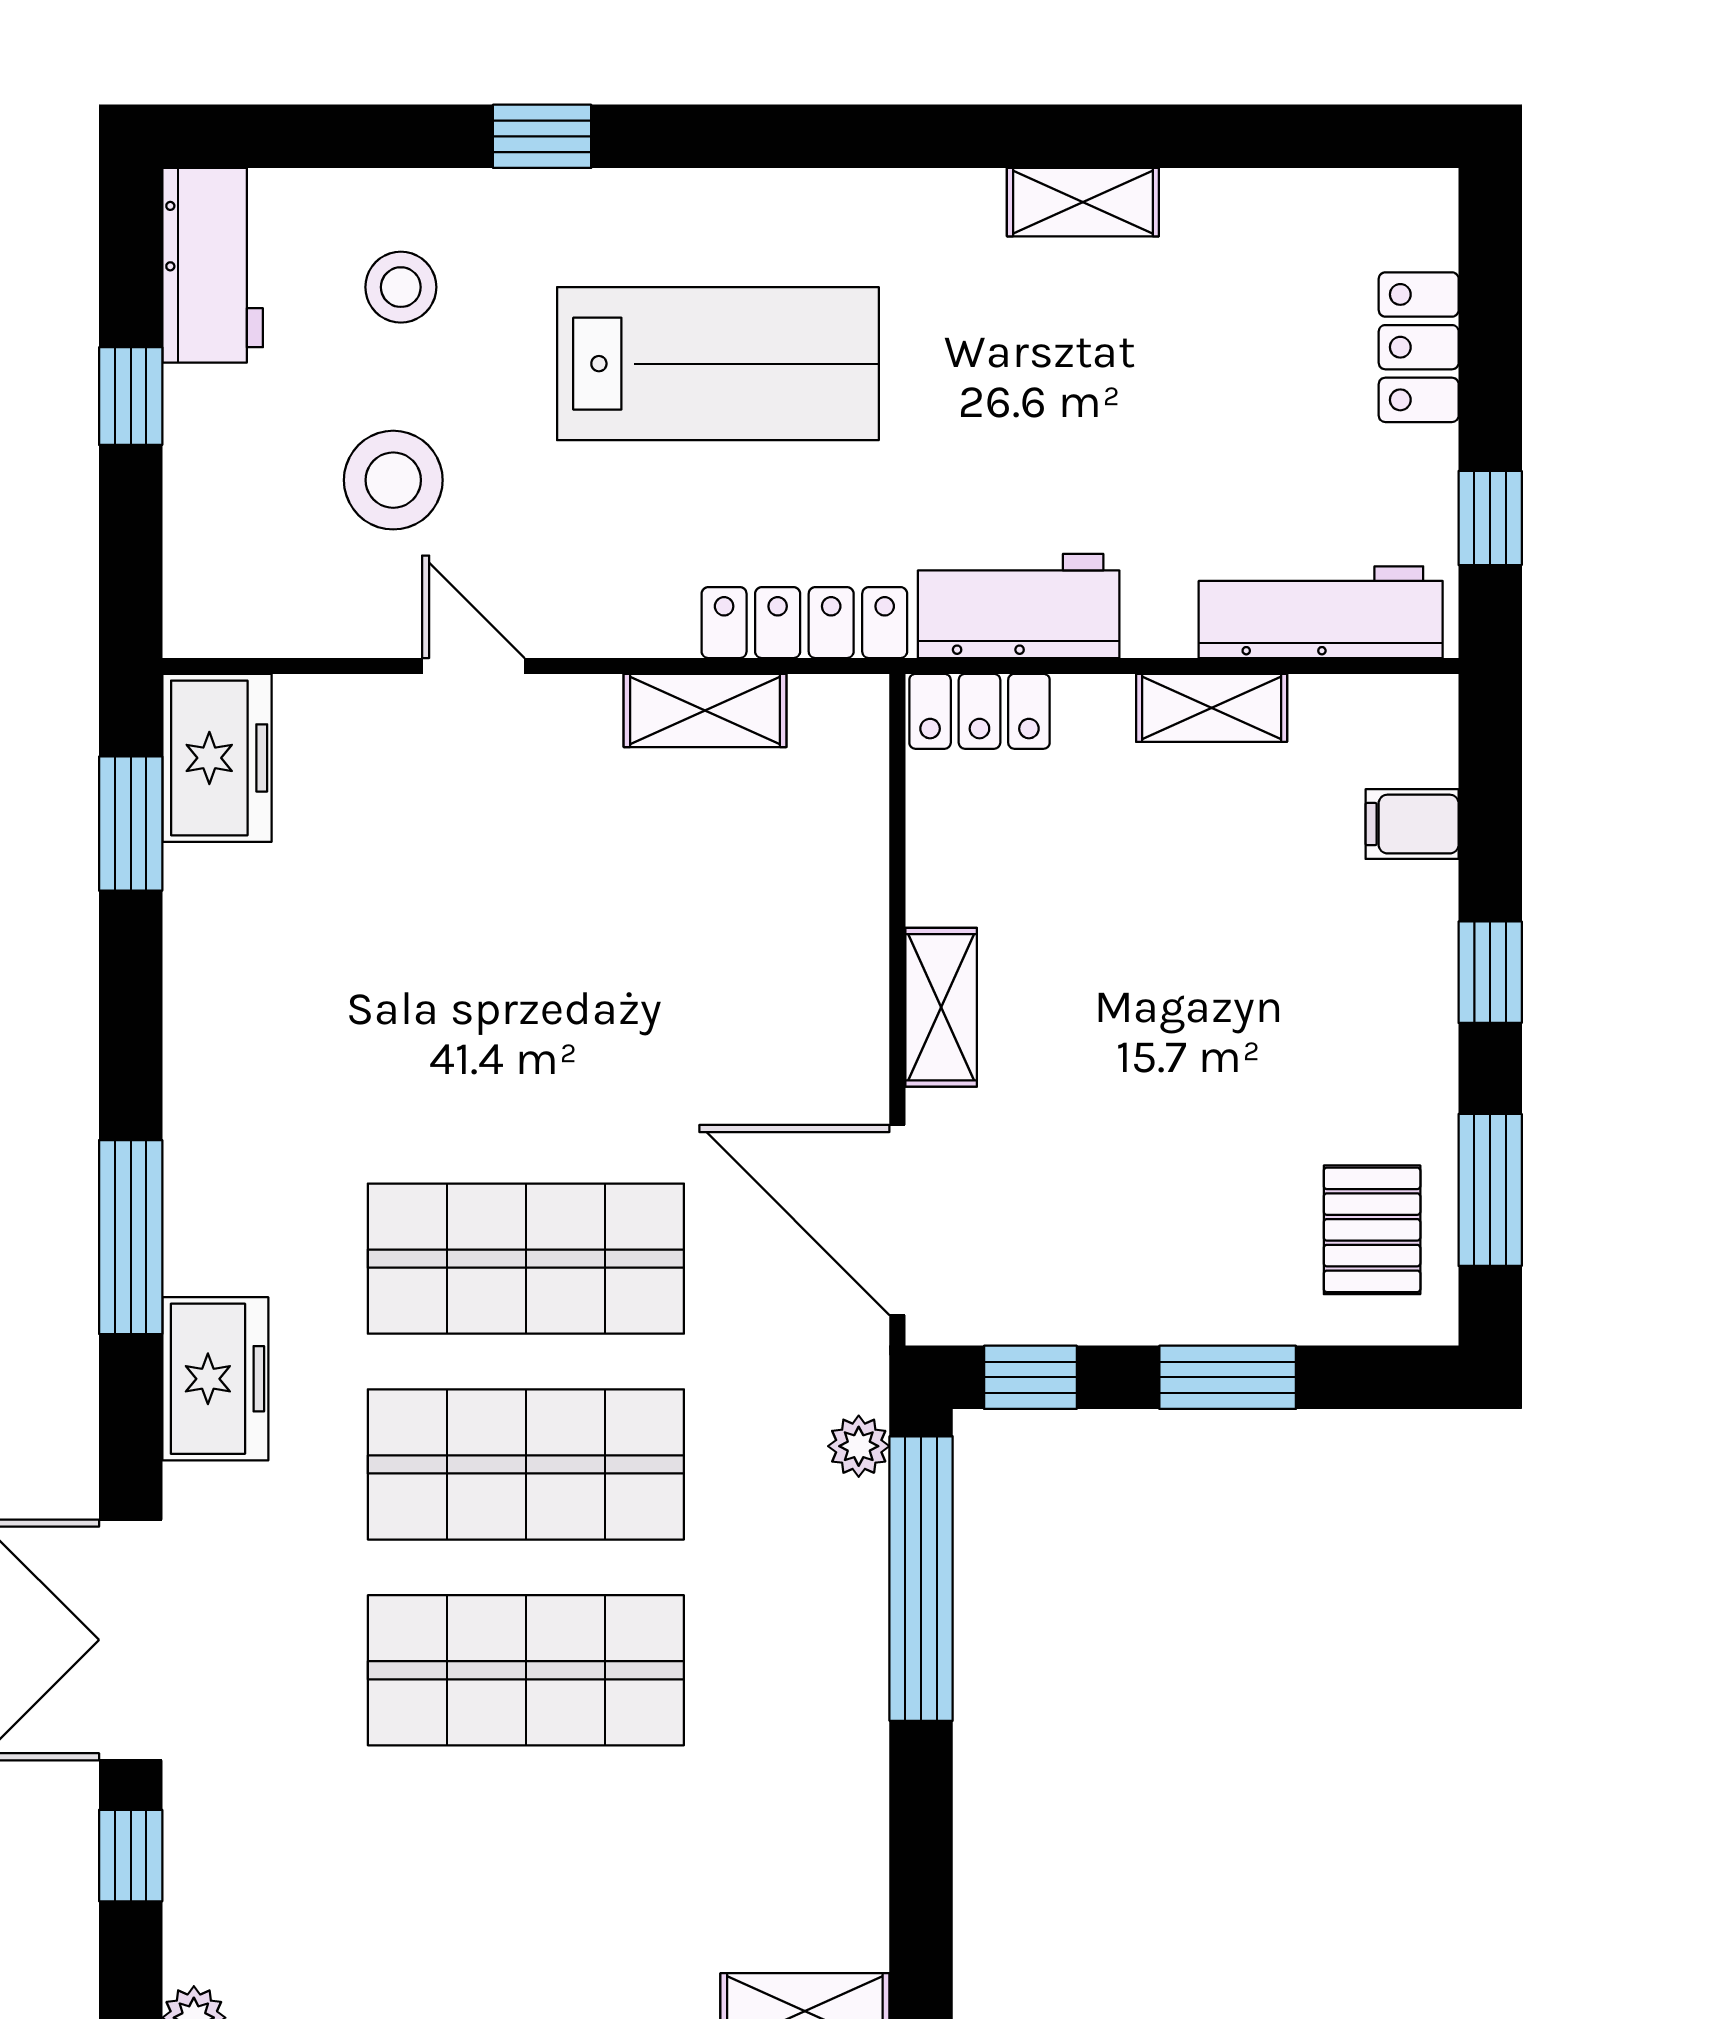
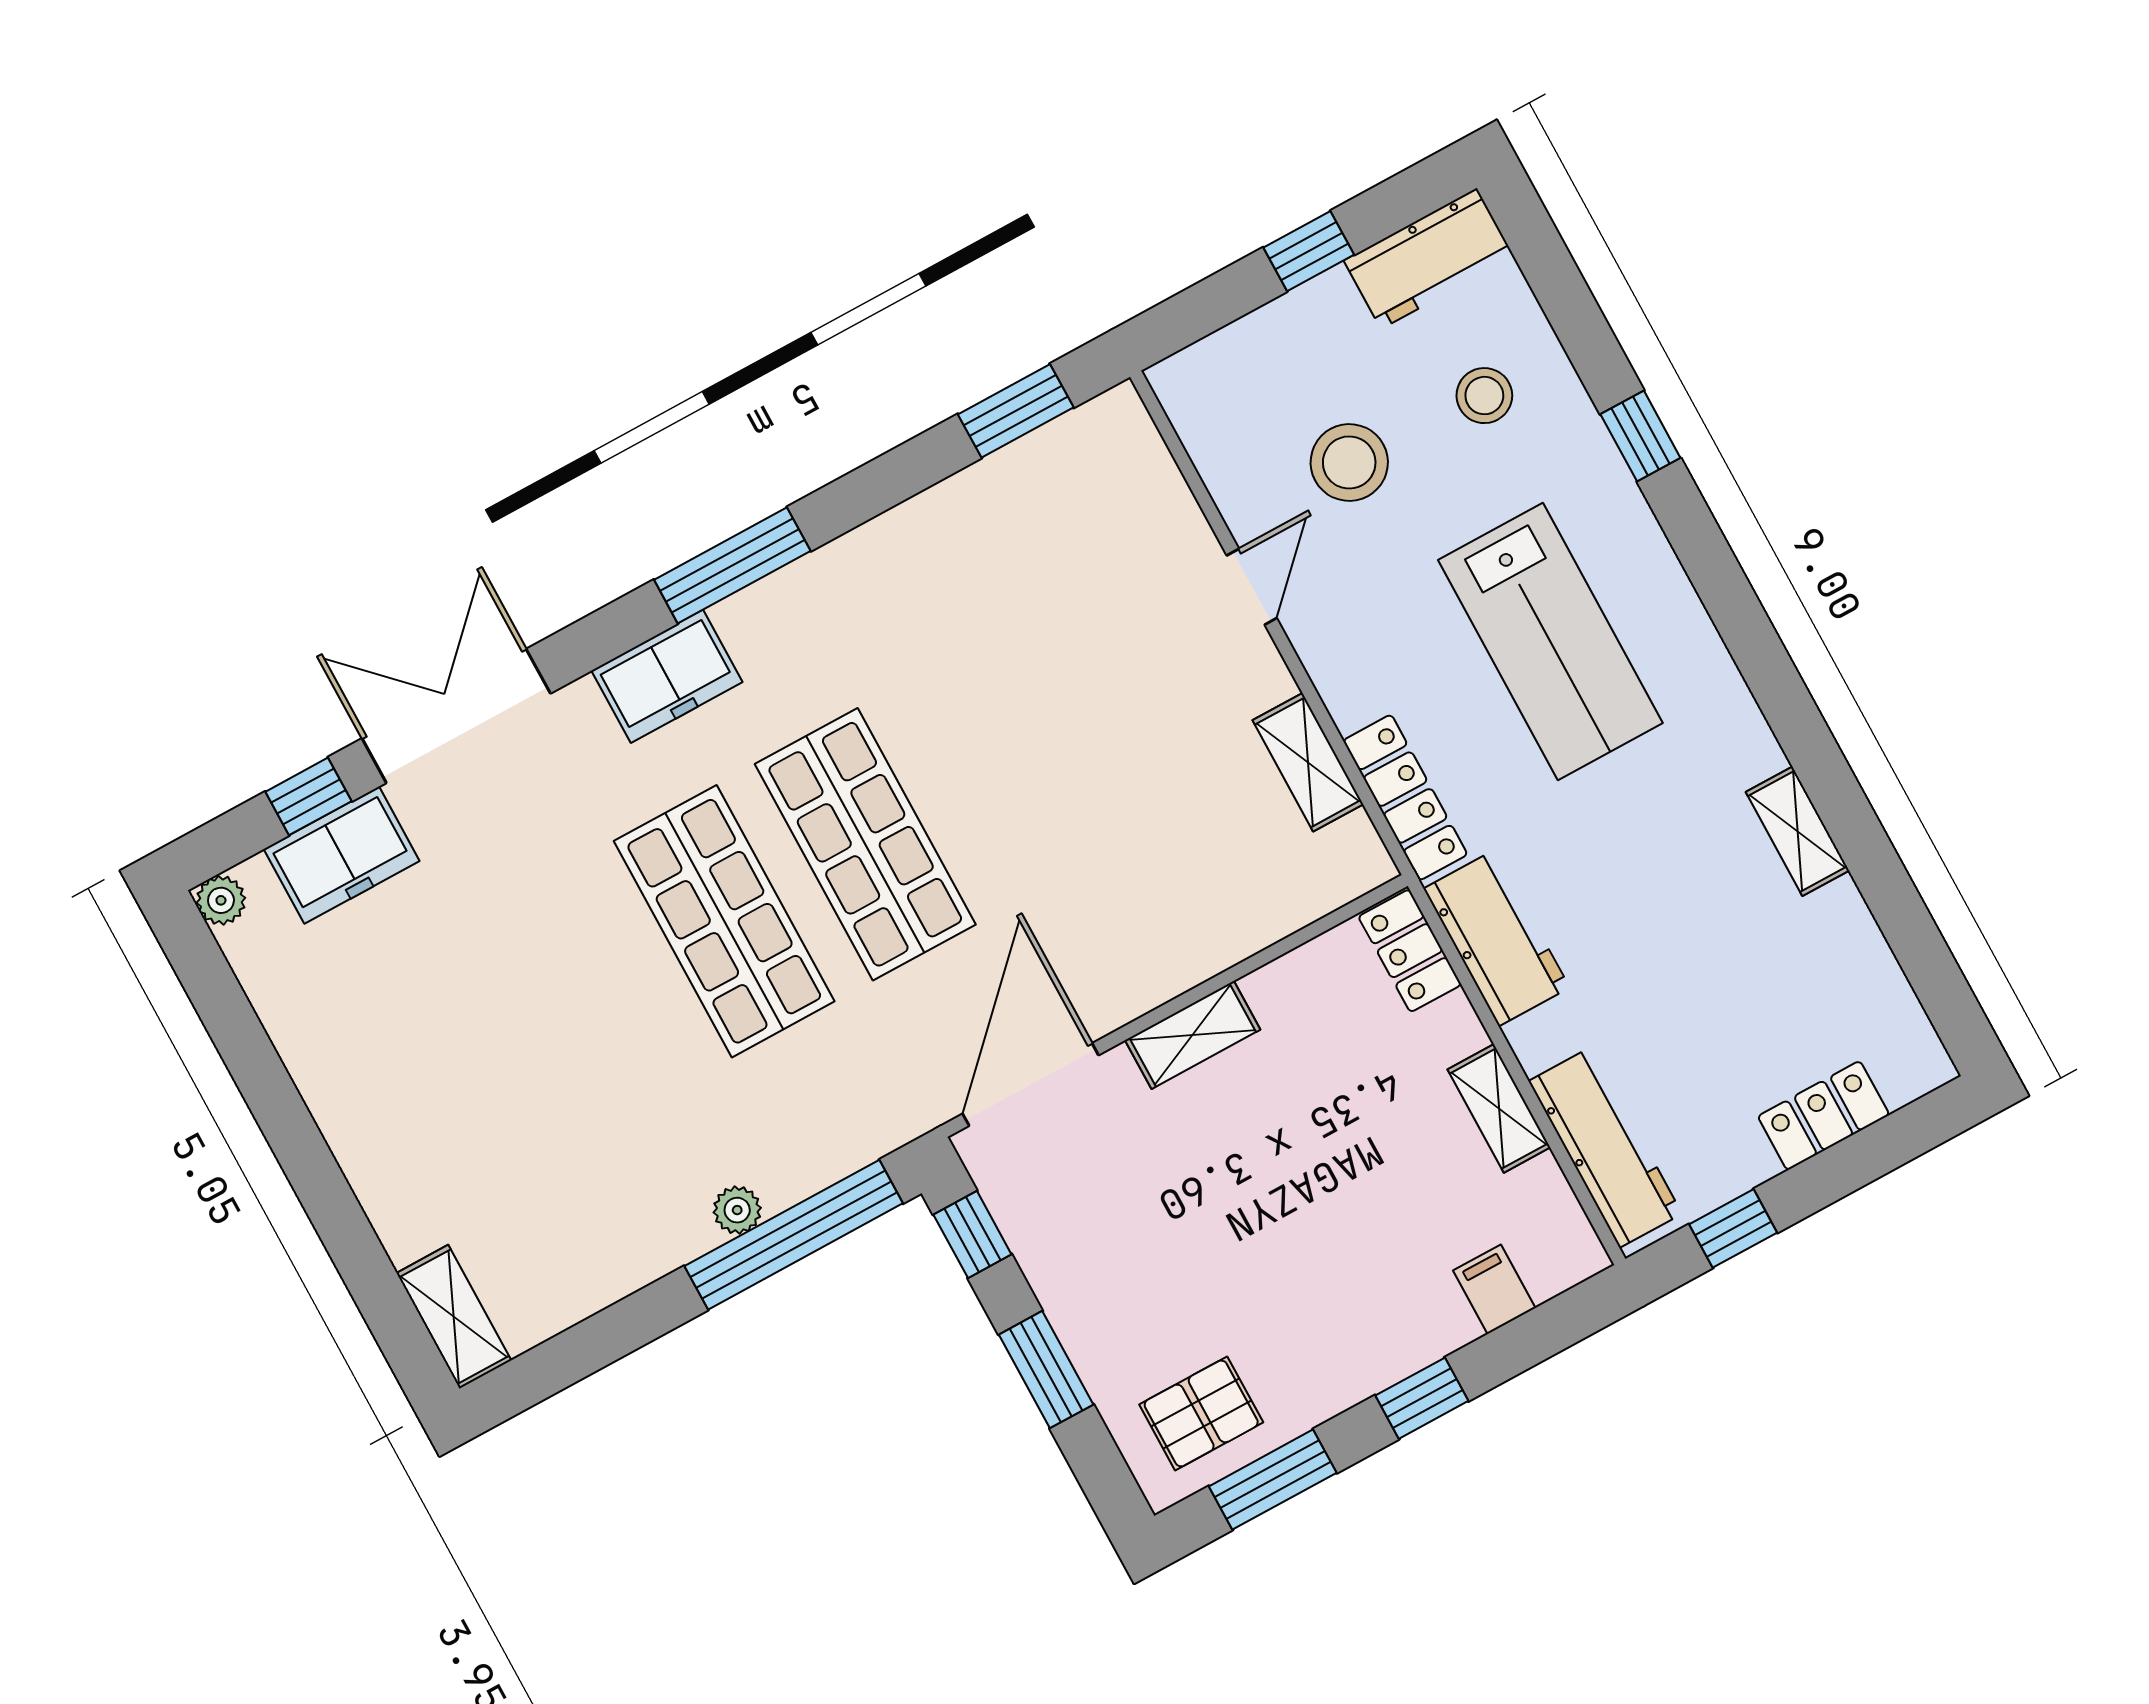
freezer: (217, 758) -> (342, 855), moved
plant: (859, 1446) -> (737, 1210), moved
shop shelf: (526, 1670) -> (583, 998), removed

